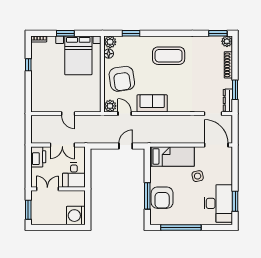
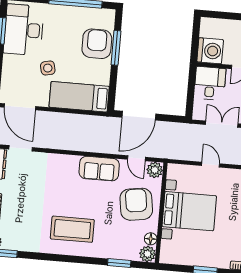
bed with nightstands: (78, 55) -> (189, 211), moved, turned 90
door: (126, 146) -> (139, 116), width x1.87
washing machine: (76, 216) -> (210, 51), moved

